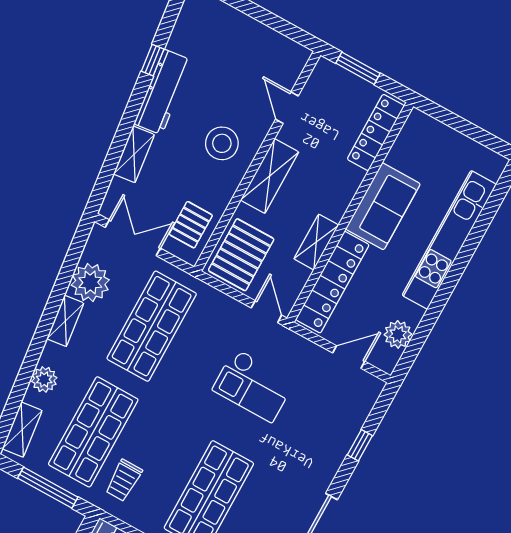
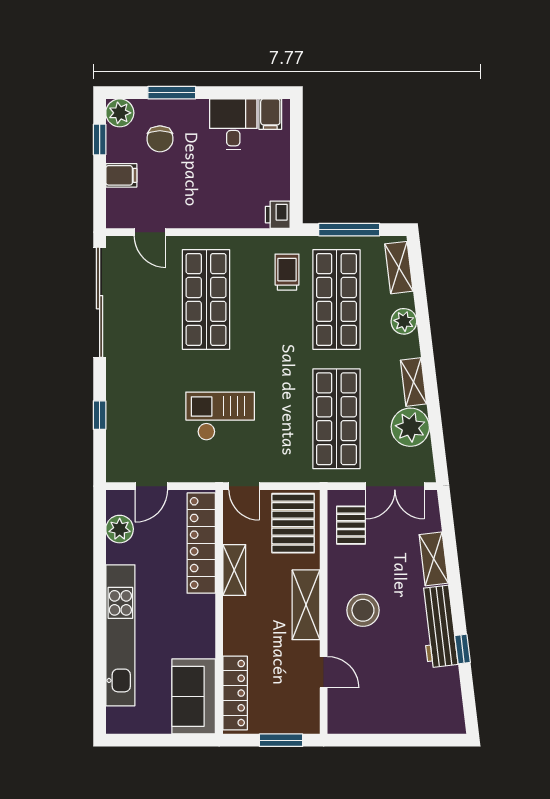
sofa: (383, 206) -> (194, 696), moved

